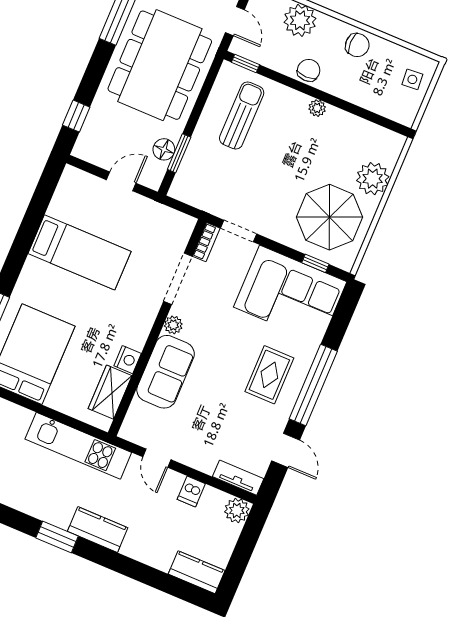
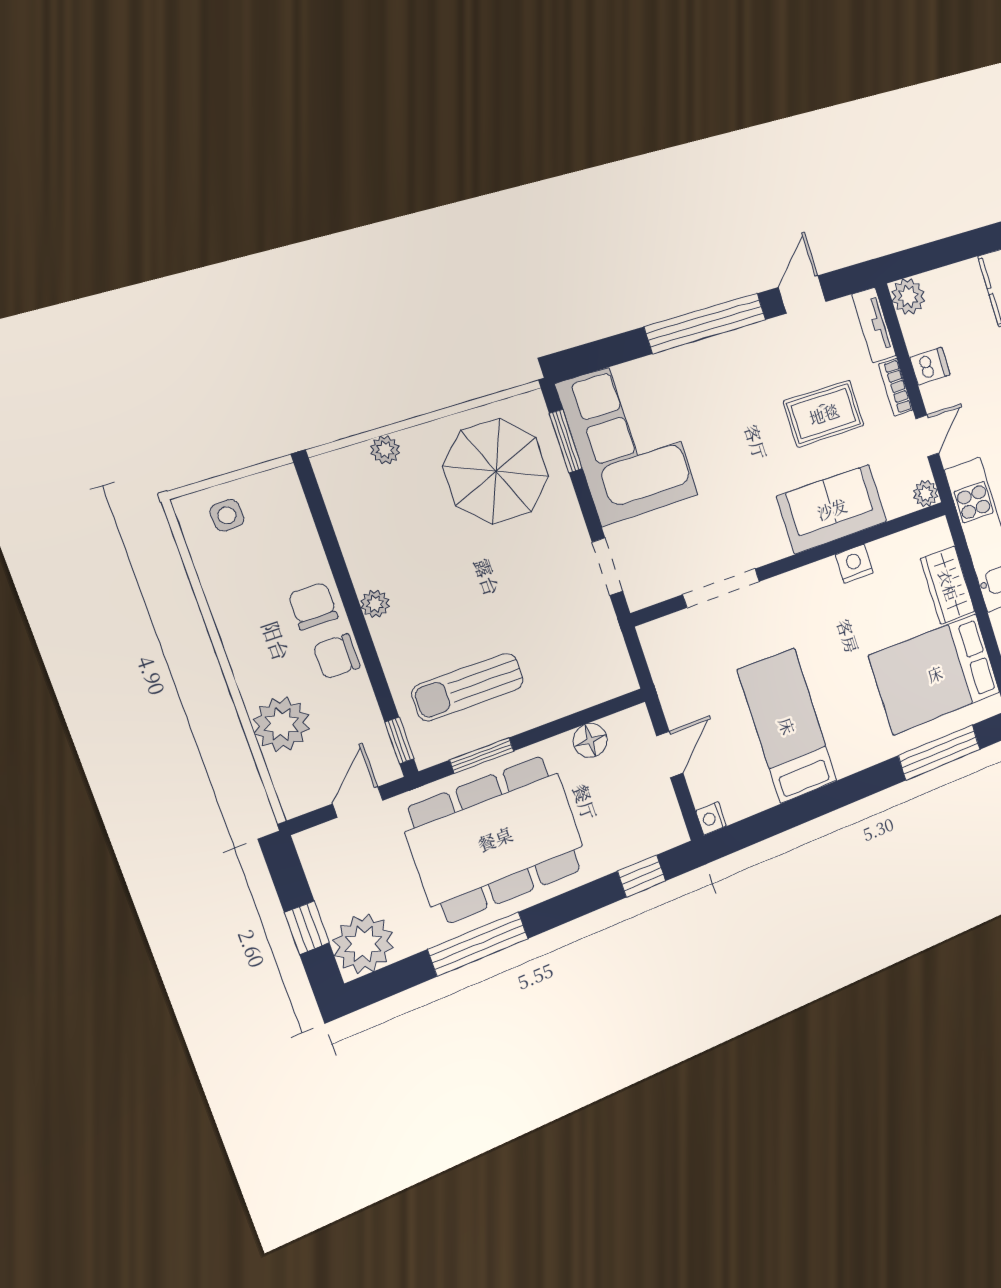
chair: (357, 45) -> (313, 606), moved
window: (179, 153) -> (482, 755), moved
nightstand: (71, 174) -> (711, 818), added
plant: (373, 179) -> (385, 450), width x0.53, depth x0.53
door: (121, 181) -> (670, 754), swing flipped
bookcase: (206, 242) -> (896, 387), moved, turned -90
window: (315, 263) -> (566, 441), width x1.50
plant: (173, 325) -> (926, 493), moved
rug: (269, 375) -> (824, 414), moved
wardrobe: (110, 392) -> (948, 585), moved, turned 90

